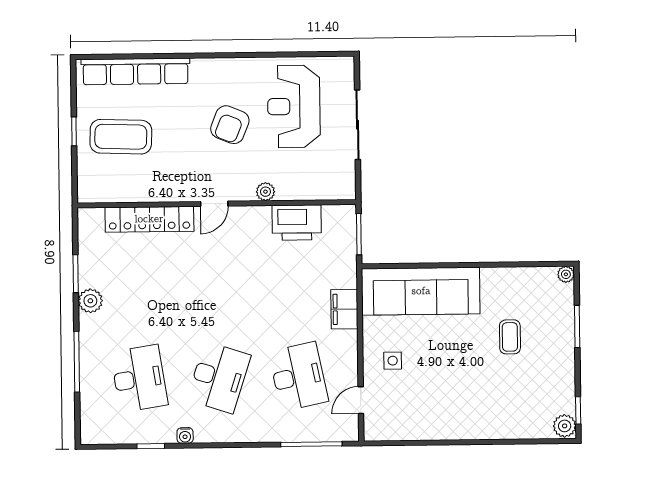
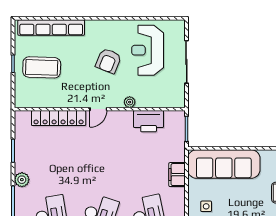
plant: (90, 301) -> (22, 180), moved

